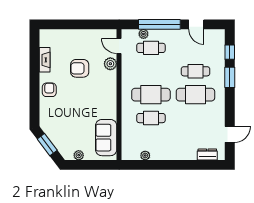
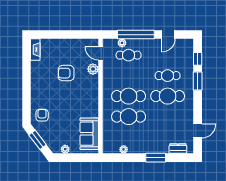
door: (196, 24) -> (168, 35), hinge flipped
fireplace: (45, 60) -> (35, 50), moved
armchair: (49, 90) -> (42, 115), moved
cafe table: (151, 118) -> (129, 117), width x1.37, depth x1.35
window: (182, 165) -> (156, 158), added

